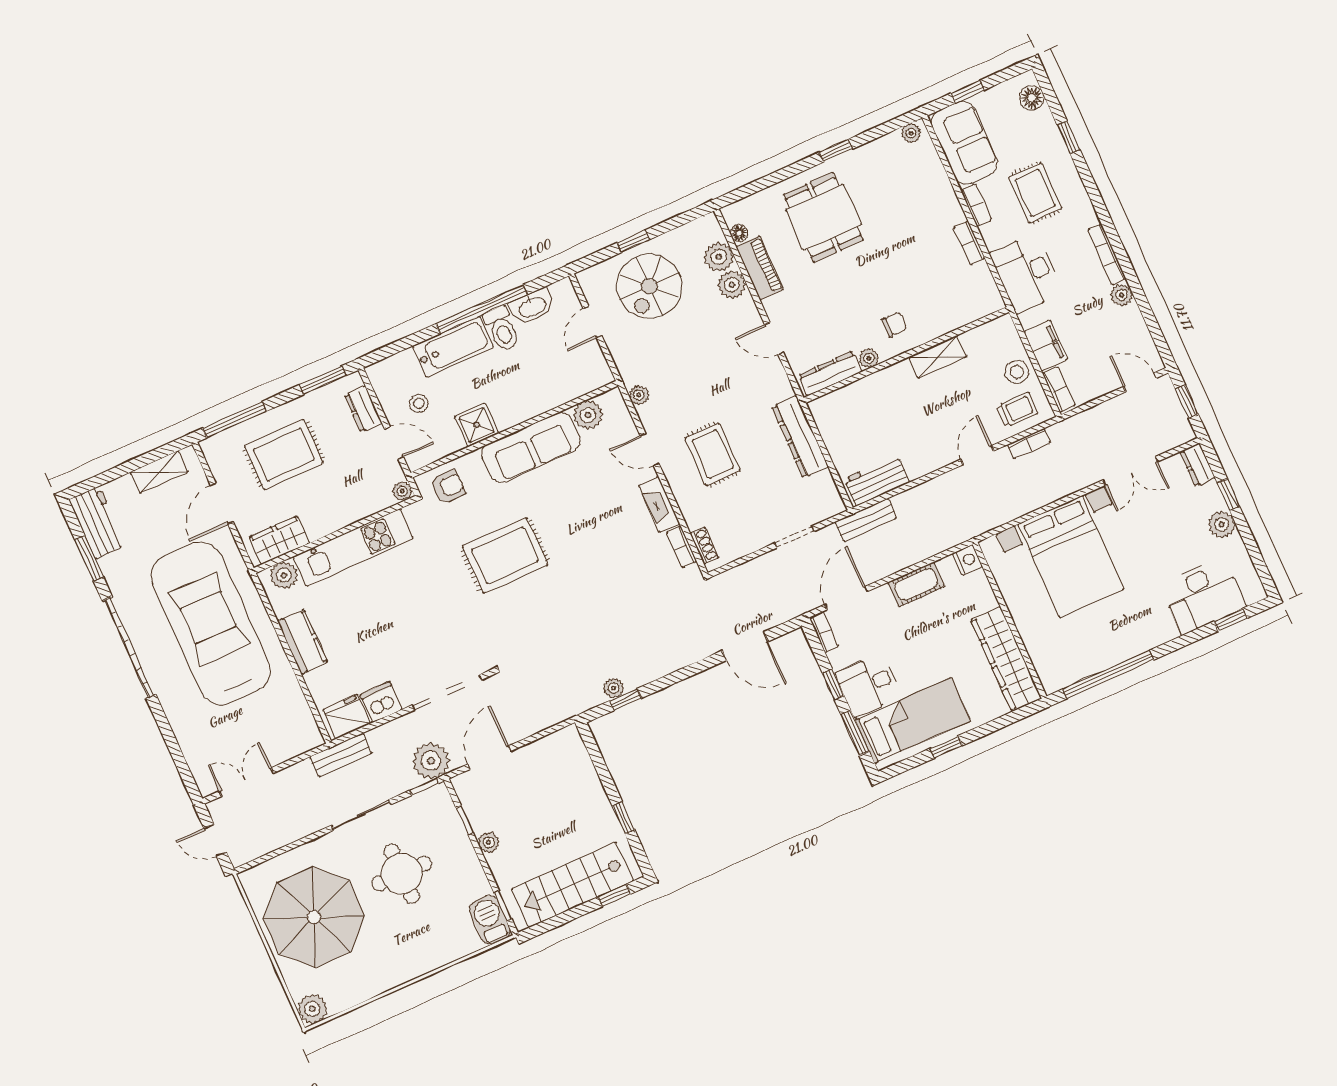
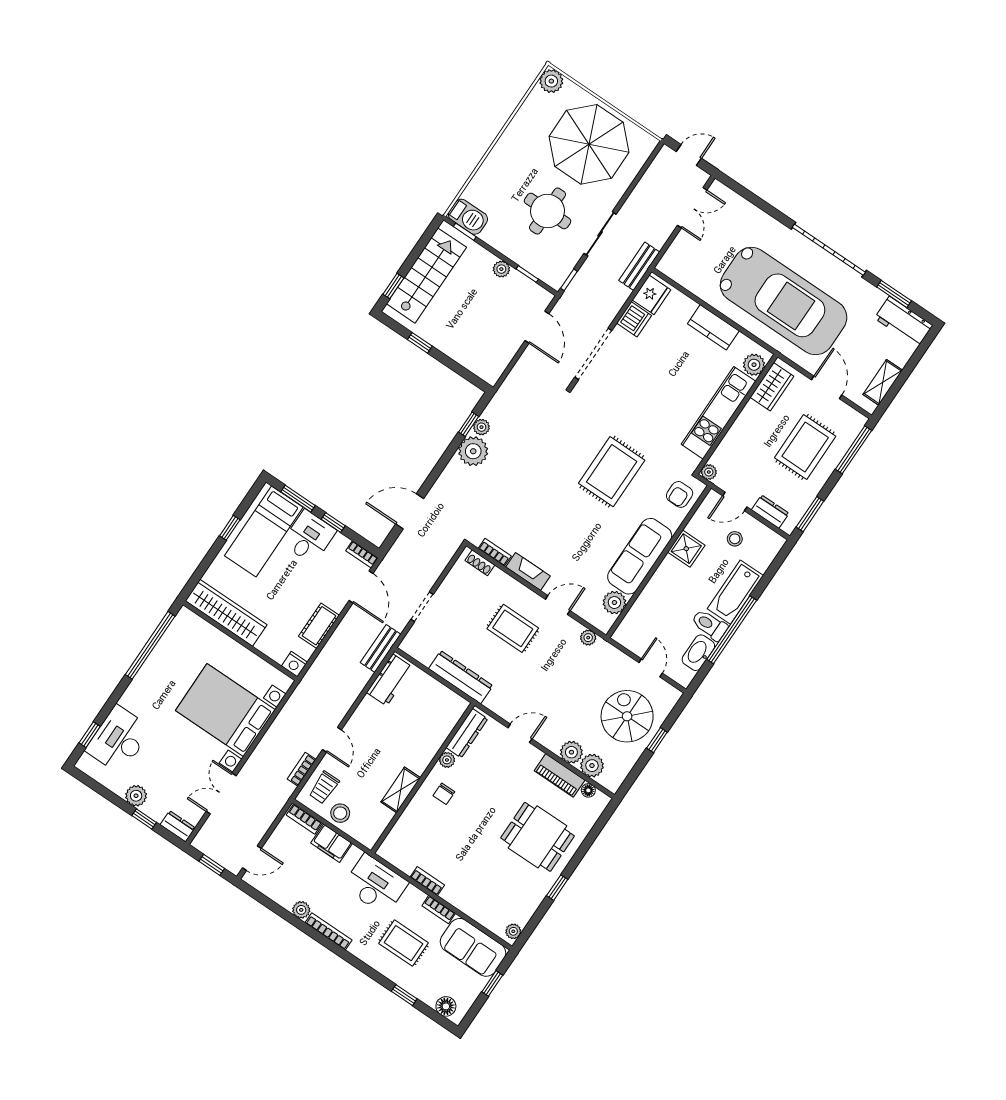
plant: (431, 761) -> (473, 451), moved

